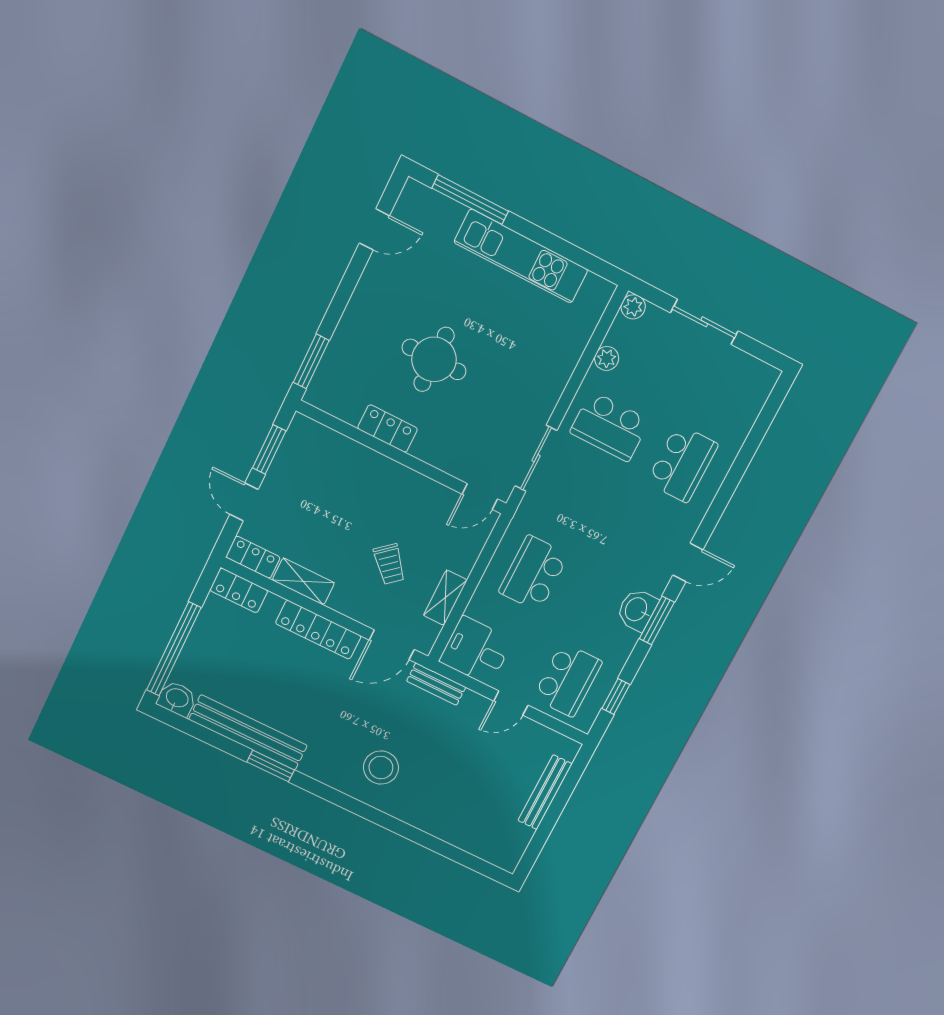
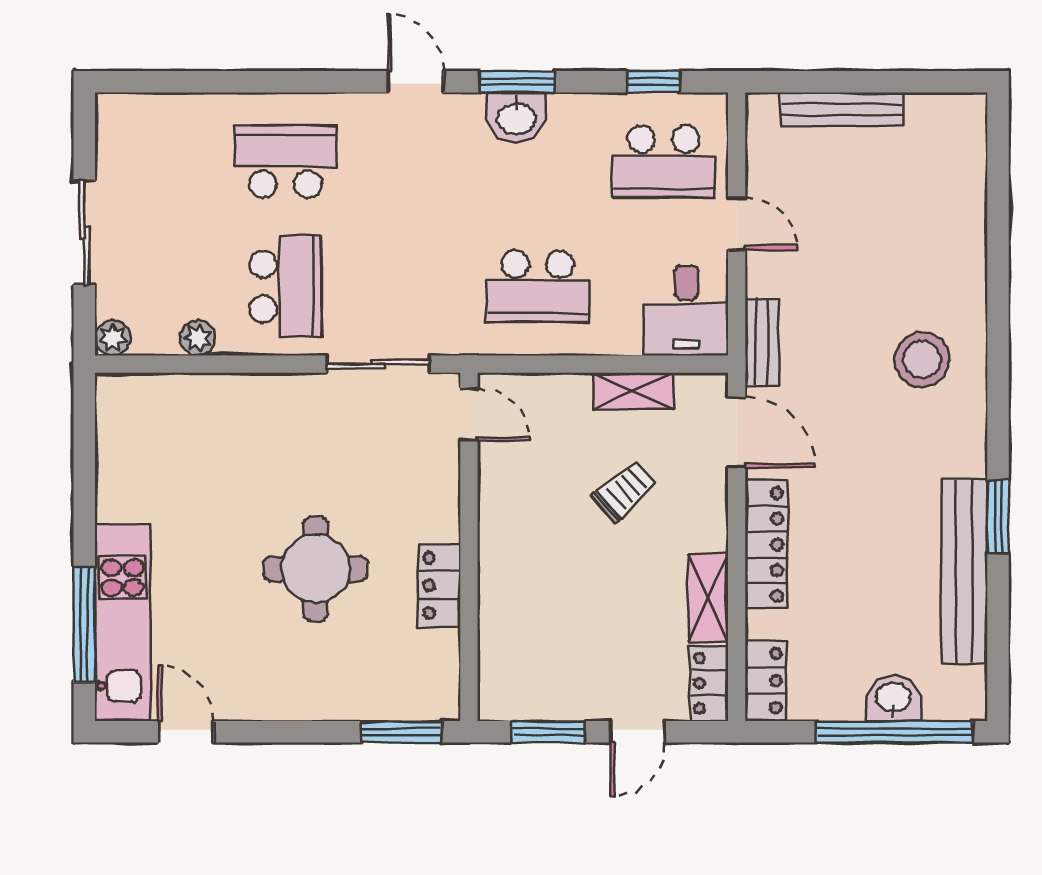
kitchen unit: (521, 256) -> (123, 623), moved
school desk: (568, 680) -> (664, 162), turned 180
washbasin: (177, 699) -> (894, 698), moved, turned 90

